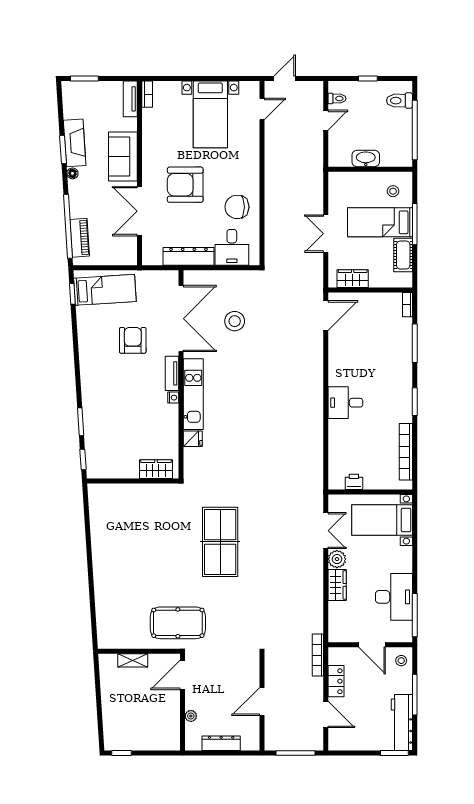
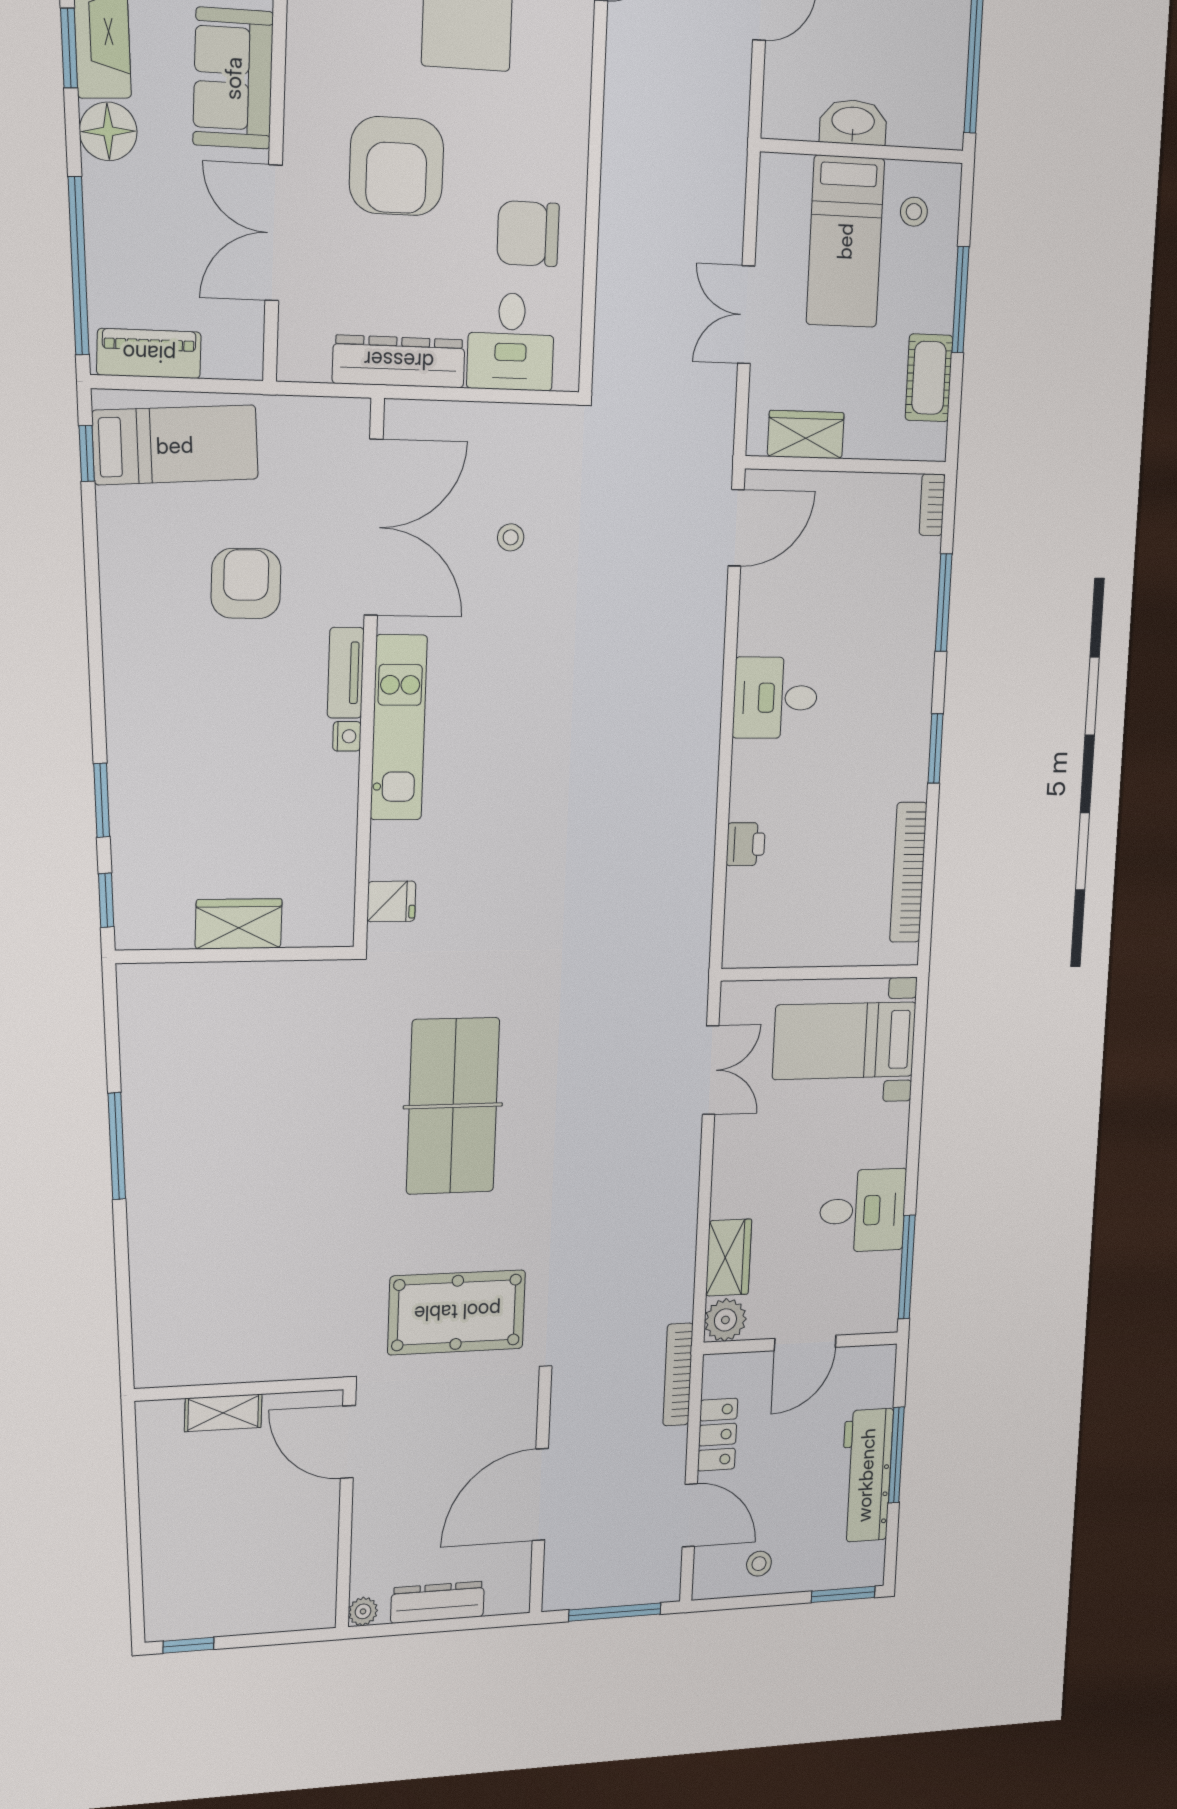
floor lamp: (72, 173) -> (108, 131), width x1.89, depth x1.89
armchair: (185, 185) -> (397, 166), turned -90
bed: (380, 222) -> (845, 241), moved, turned -90
piano: (80, 238) -> (149, 354), moved, turned -86
stool: (235, 321) -> (511, 537), width x0.53, depth x0.53
desk: (345, 403) -> (775, 698), moved
fridge: (193, 439) -> (391, 901), moved
wardrobe: (156, 469) -> (239, 924), moved
printer: (354, 482) -> (746, 844), moved, turned 90
window: (89, 554) -> (117, 1146), added
plant: (337, 559) -> (725, 1320), moved
wardrobe: (337, 585) -> (729, 1258), moved
desk: (394, 597) -> (863, 1211), width x0.73
pool table: (178, 623) -> (457, 1312), moved
door: (372, 645) -> (805, 1343), hinge flipped
stool: (401, 661) -> (759, 1564), moved
door: (182, 675) -> (348, 1442), hinge flipped
door: (262, 702) -> (540, 1495), width x1.36
plant: (191, 716) -> (363, 1611), moved
workbench: (402, 723) -> (866, 1475), moved

